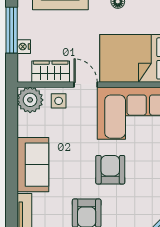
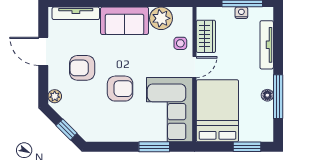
nightstand: (24, 47) -> (241, 13), moved
plant: (30, 100) -> (161, 18), moved

